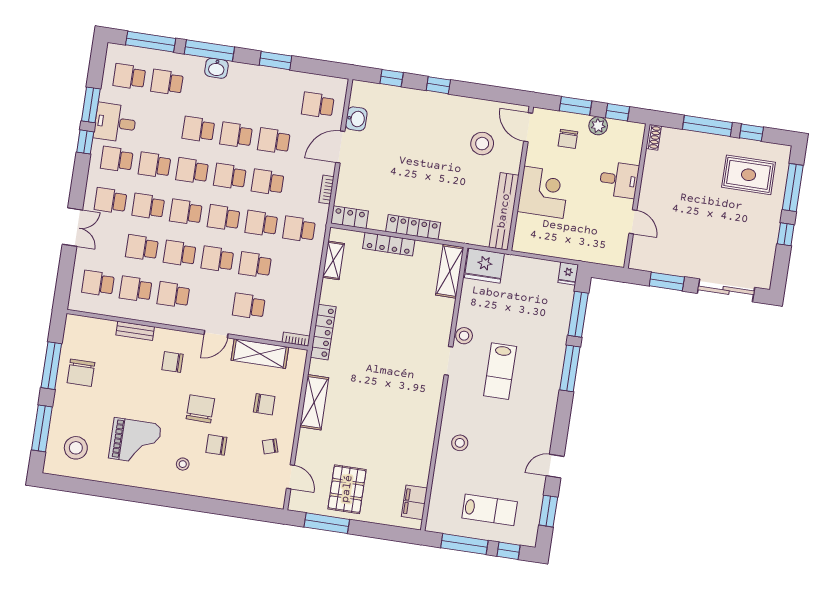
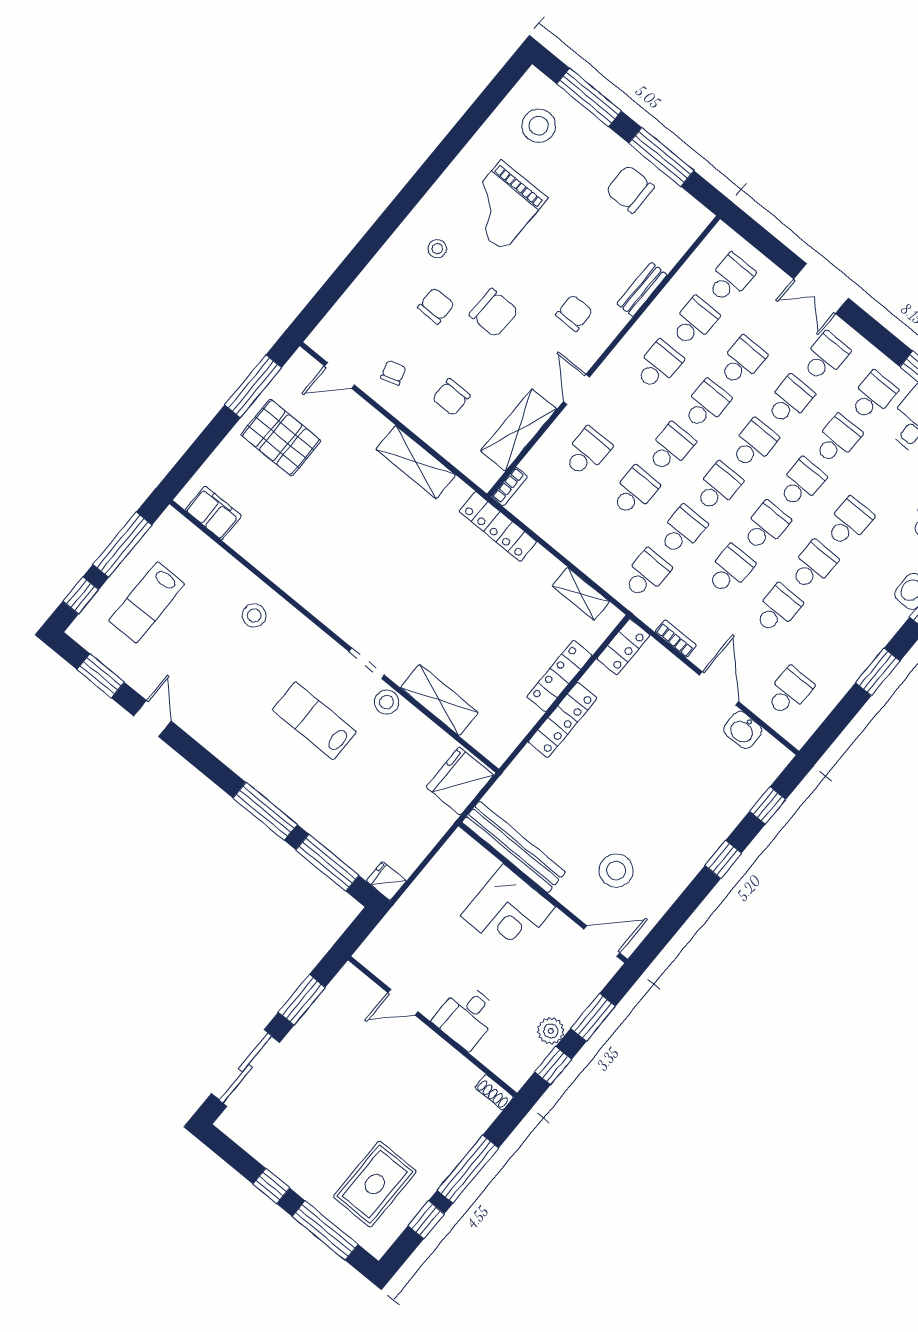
chair: (568, 139) -> (557, 983), removed
shelving: (450, 271) -> (439, 700), moved

